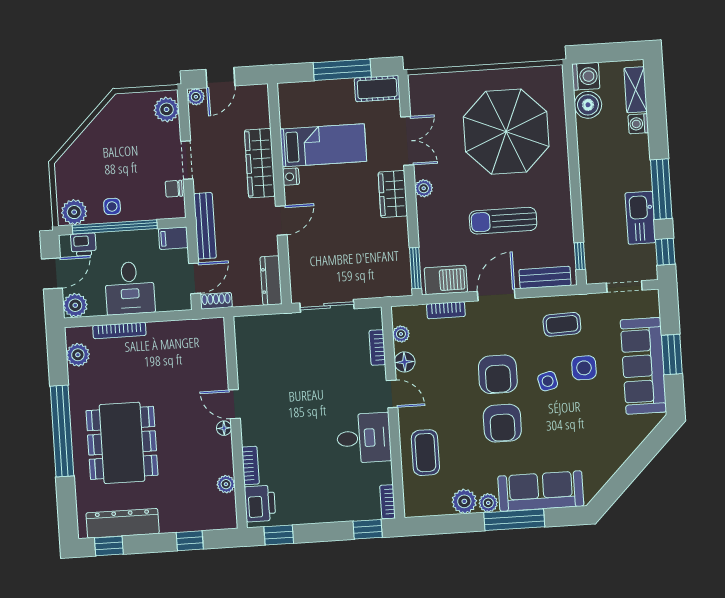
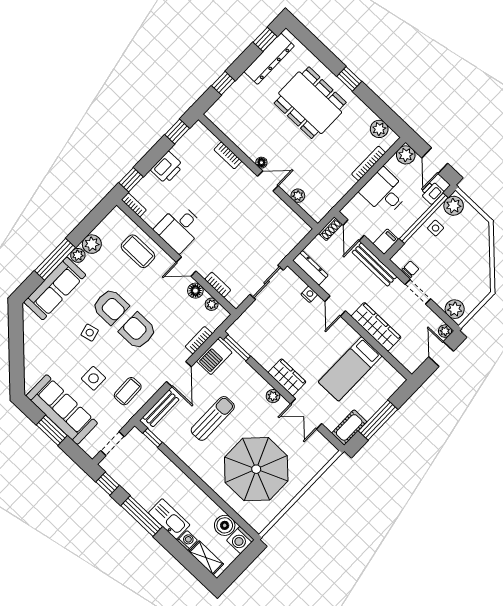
nightstand: (291, 177) -> (309, 294), moved
kitchen sink: (640, 218) -> (169, 519), moved
side table: (548, 381) -> (90, 333), moved
armchair: (502, 423) -> (110, 306), turned 180
window: (62, 431) -> (349, 79), width x0.32
plant: (226, 484) -> (298, 196), moved
printer: (260, 503) -> (167, 168), moved, turned -90

